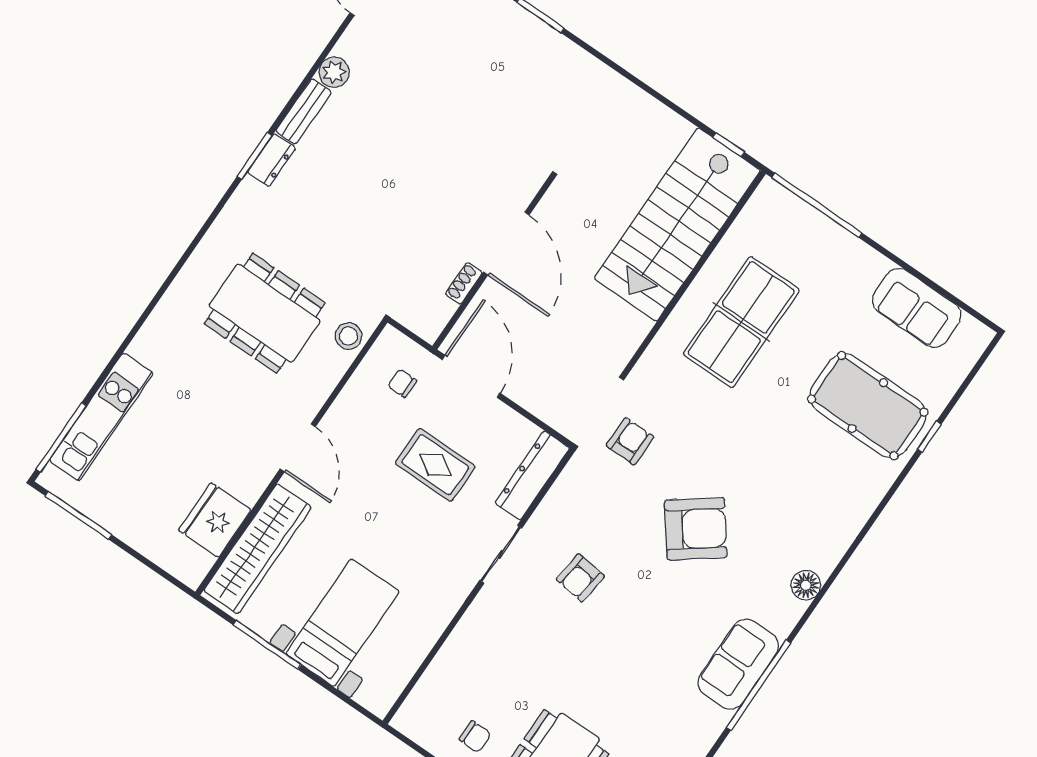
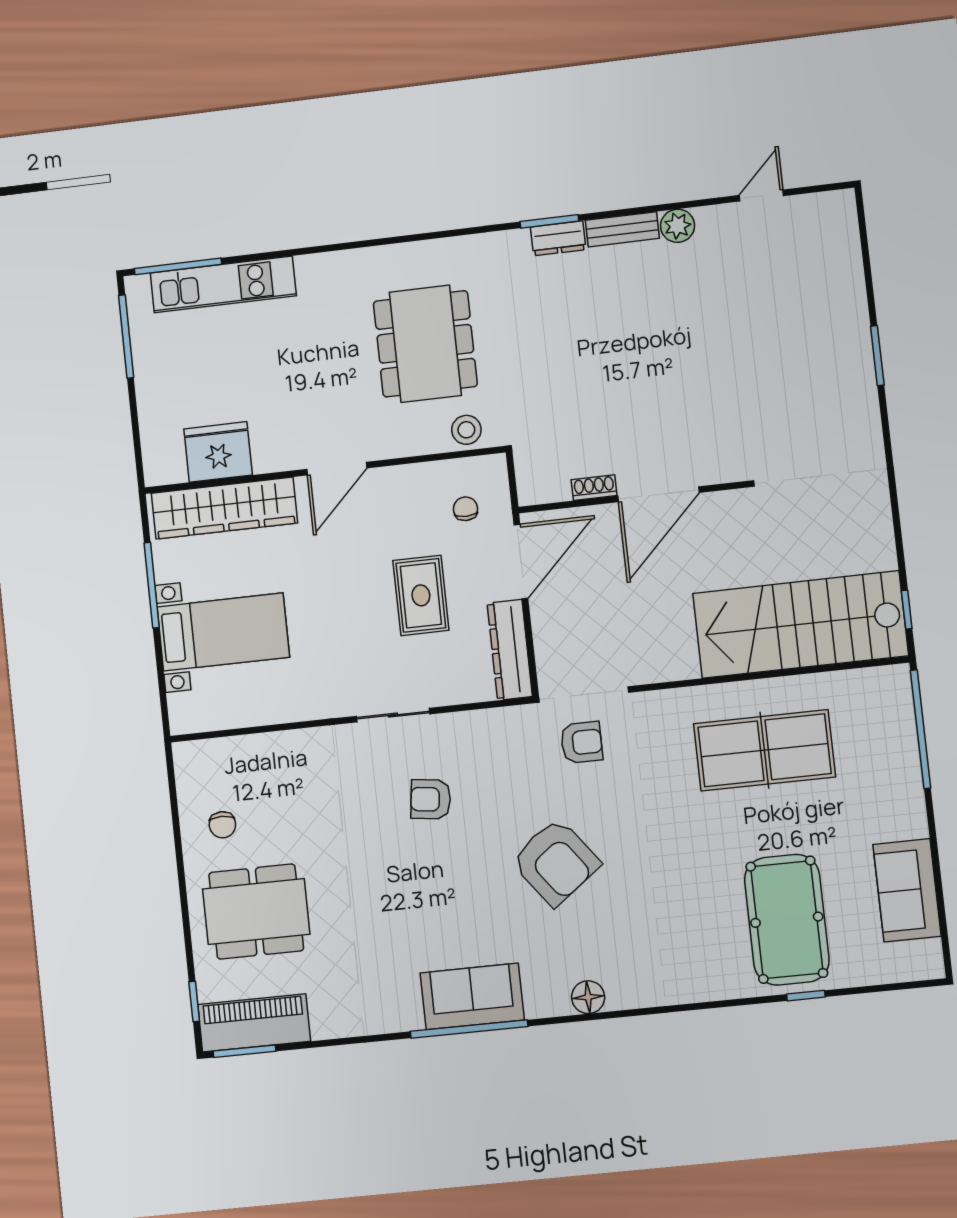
dresser: (532, 475) -> (510, 650), moved, turned -90

